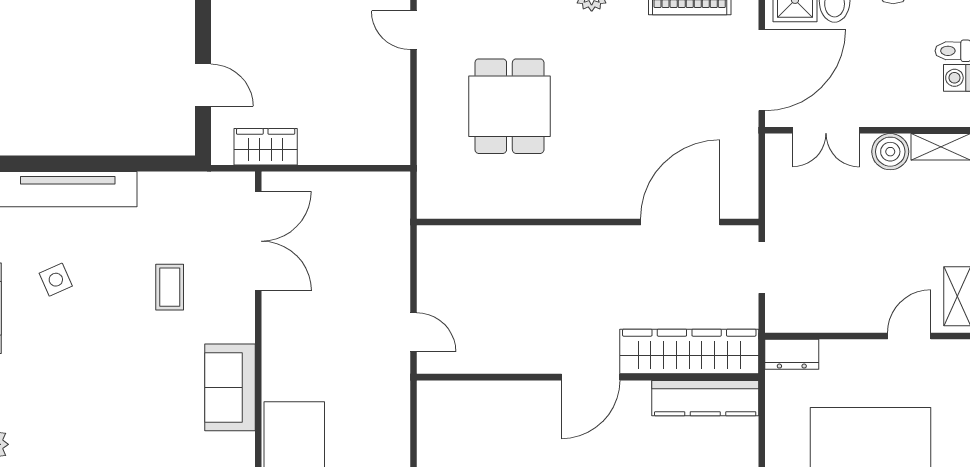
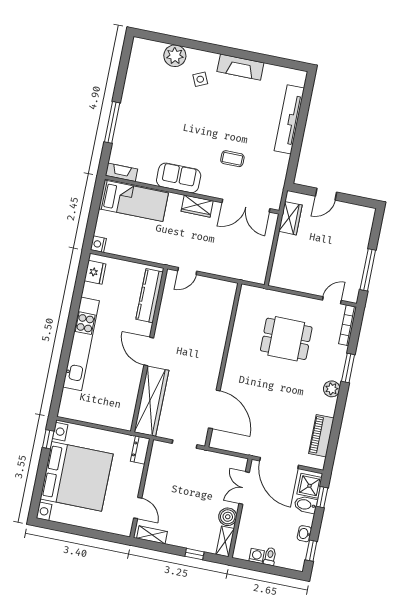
side table: (56, 280) -> (200, 79), moved
wardrobe: (279, 339) -> (197, 206), added
kitchen counter: (705, 398) -> (150, 296), moved

